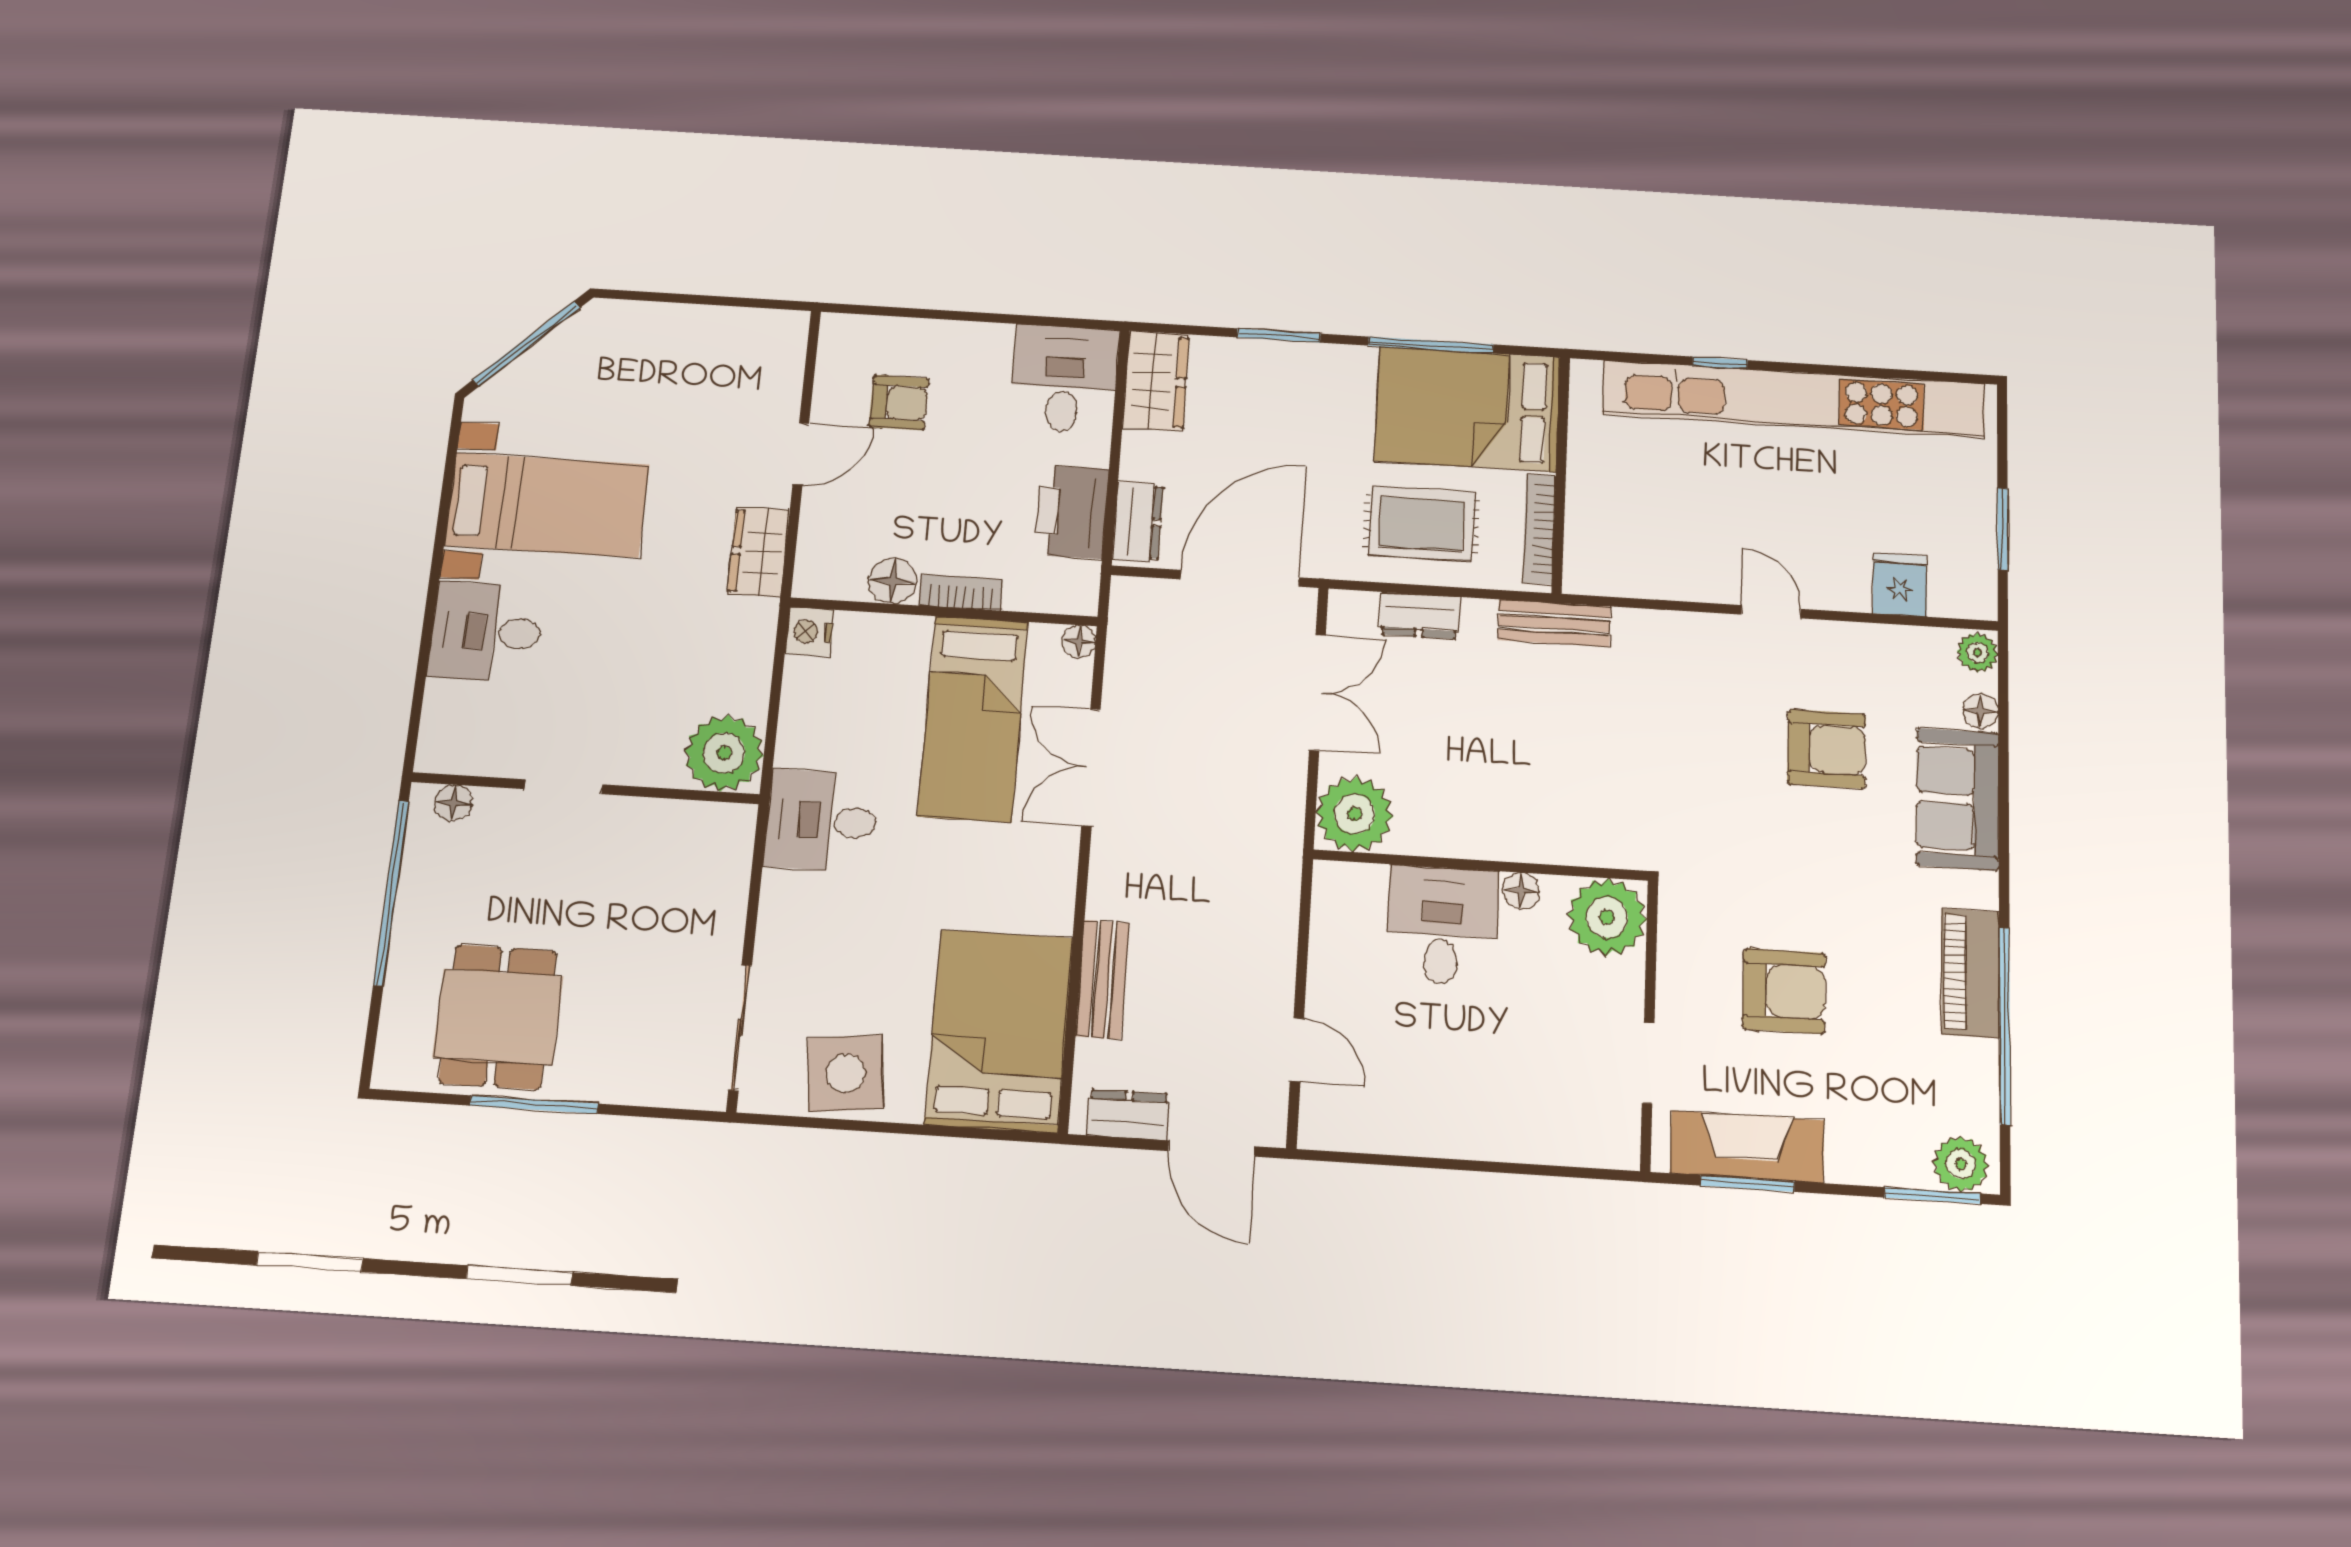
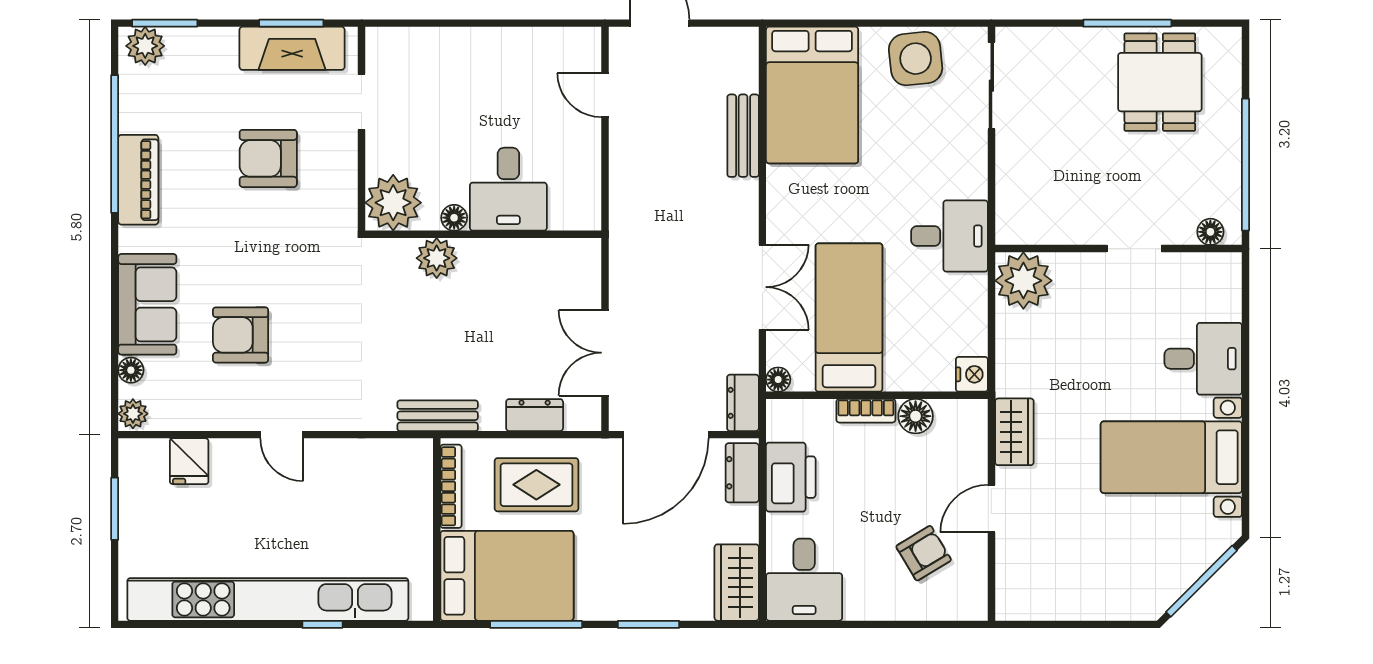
armchair: (899, 403) -> (924, 553), turned 149
plant: (1355, 814) -> (437, 258), moved, width x0.73, depth x0.73
dresser: (1128, 1115) -> (743, 403), moved, turned 90

